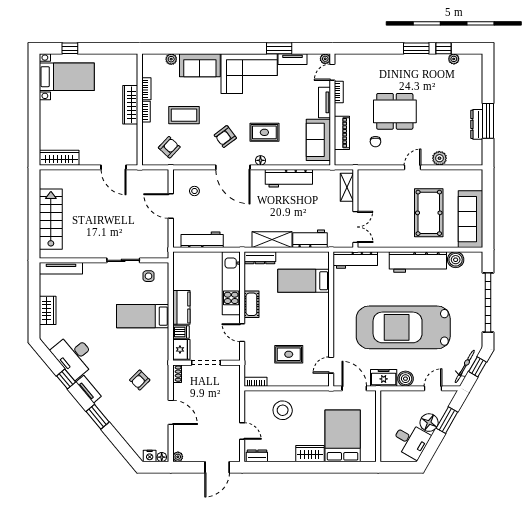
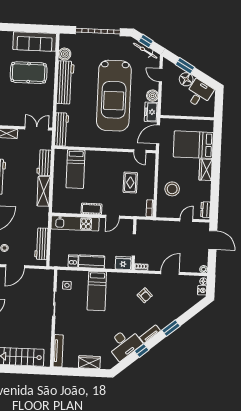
dresser: (260, 258) -> (57, 201), removed
dishwasher: (181, 332) -> (73, 261), moved

